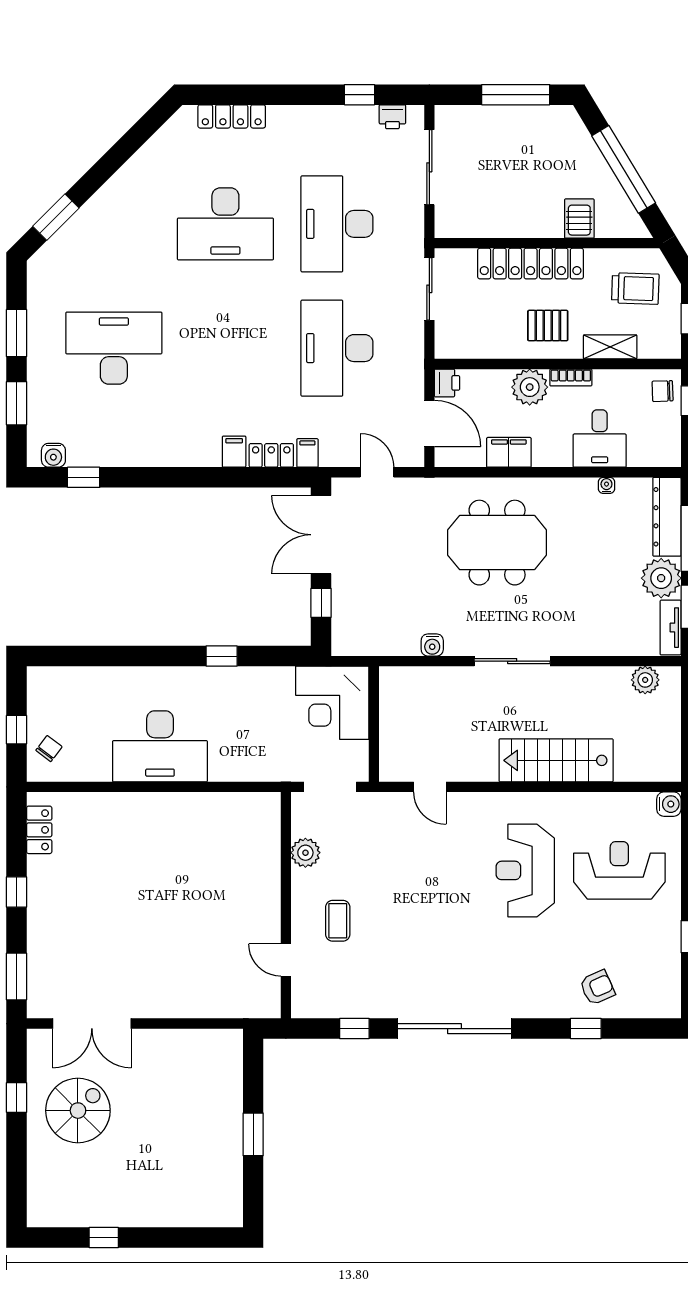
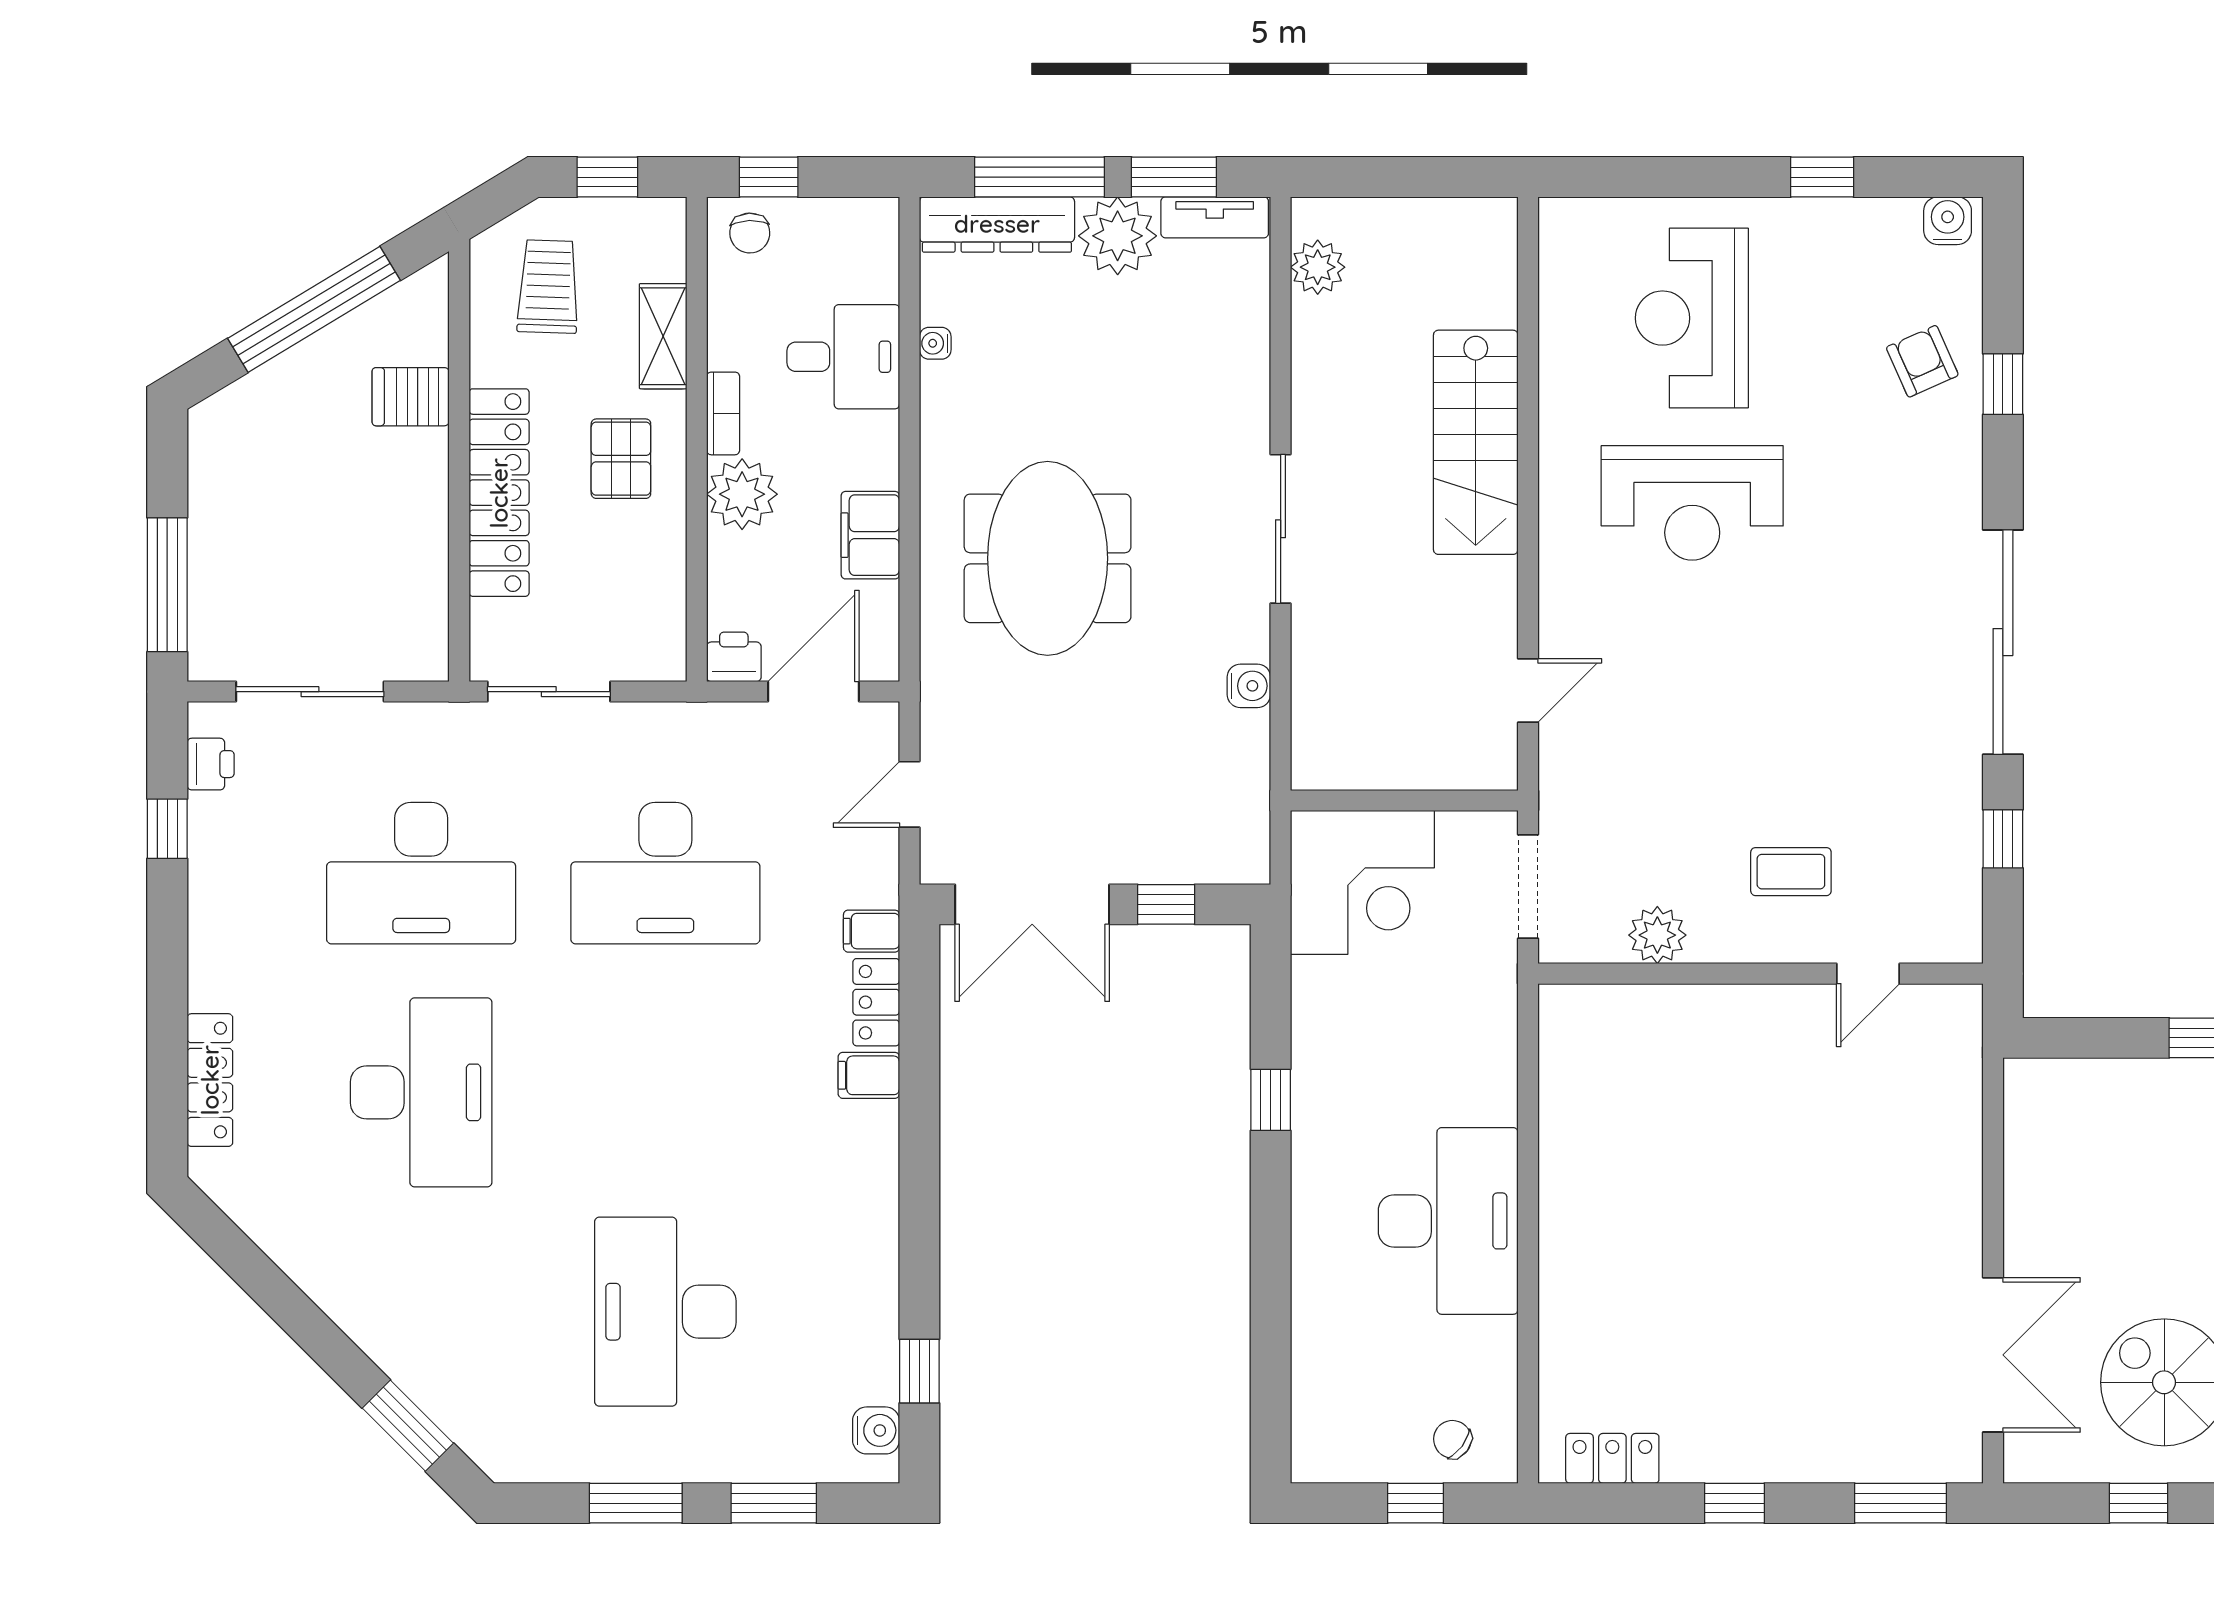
window: (516, 95) -> (167, 585), moved
water cooler: (669, 804) -> (1948, 221), moved

